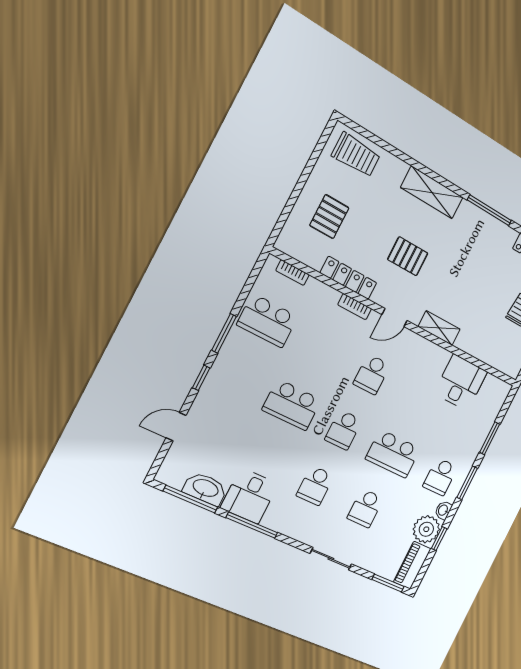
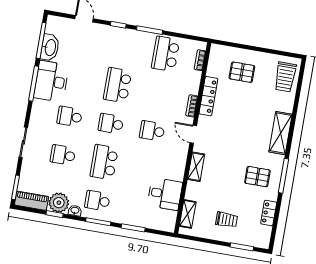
pallet: (408, 256) -> (257, 177), moved, turned 90
shelving: (496, 360) -> (188, 214), added
desk: (249, 496) -> (51, 81), width x1.37

